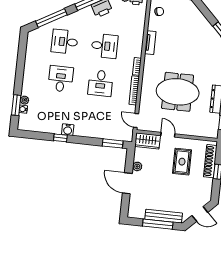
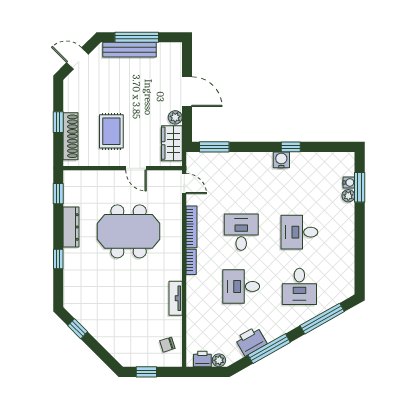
desk: (65, 42) -> (299, 286), turned 90
desk: (61, 79) -> (299, 232), turned 90
wardrobe: (147, 141) -> (172, 143), moved, turned -90

